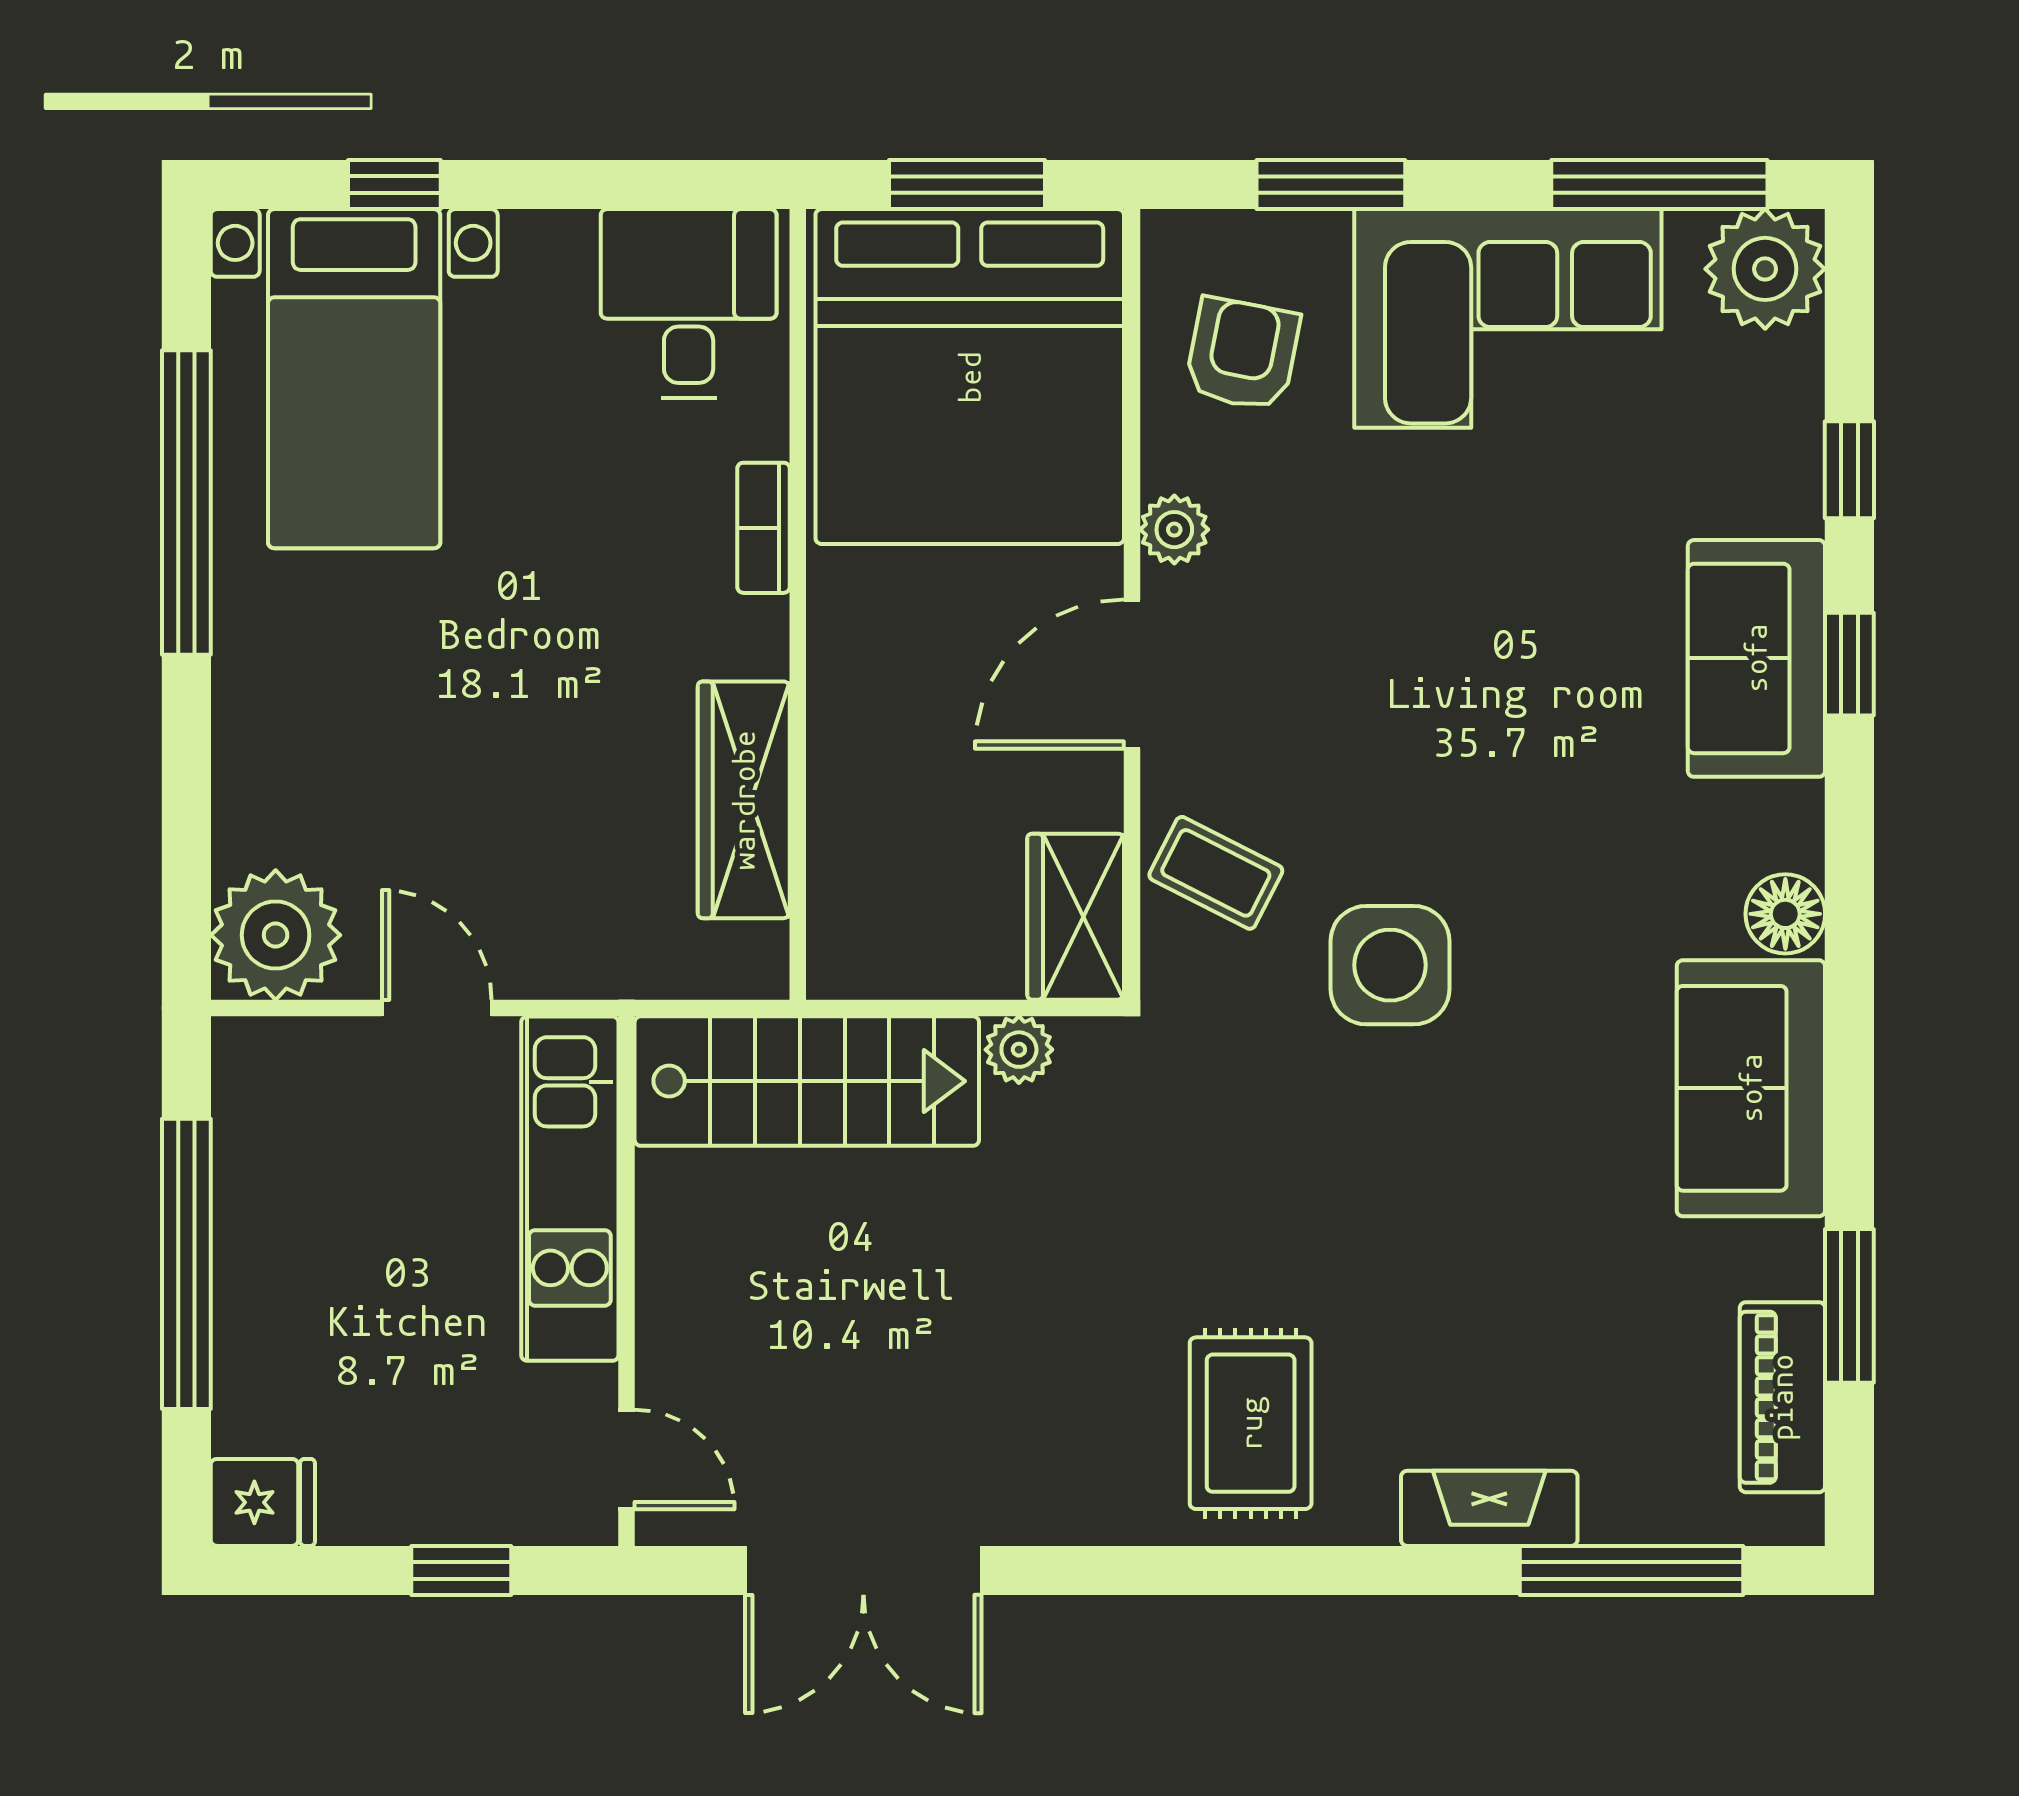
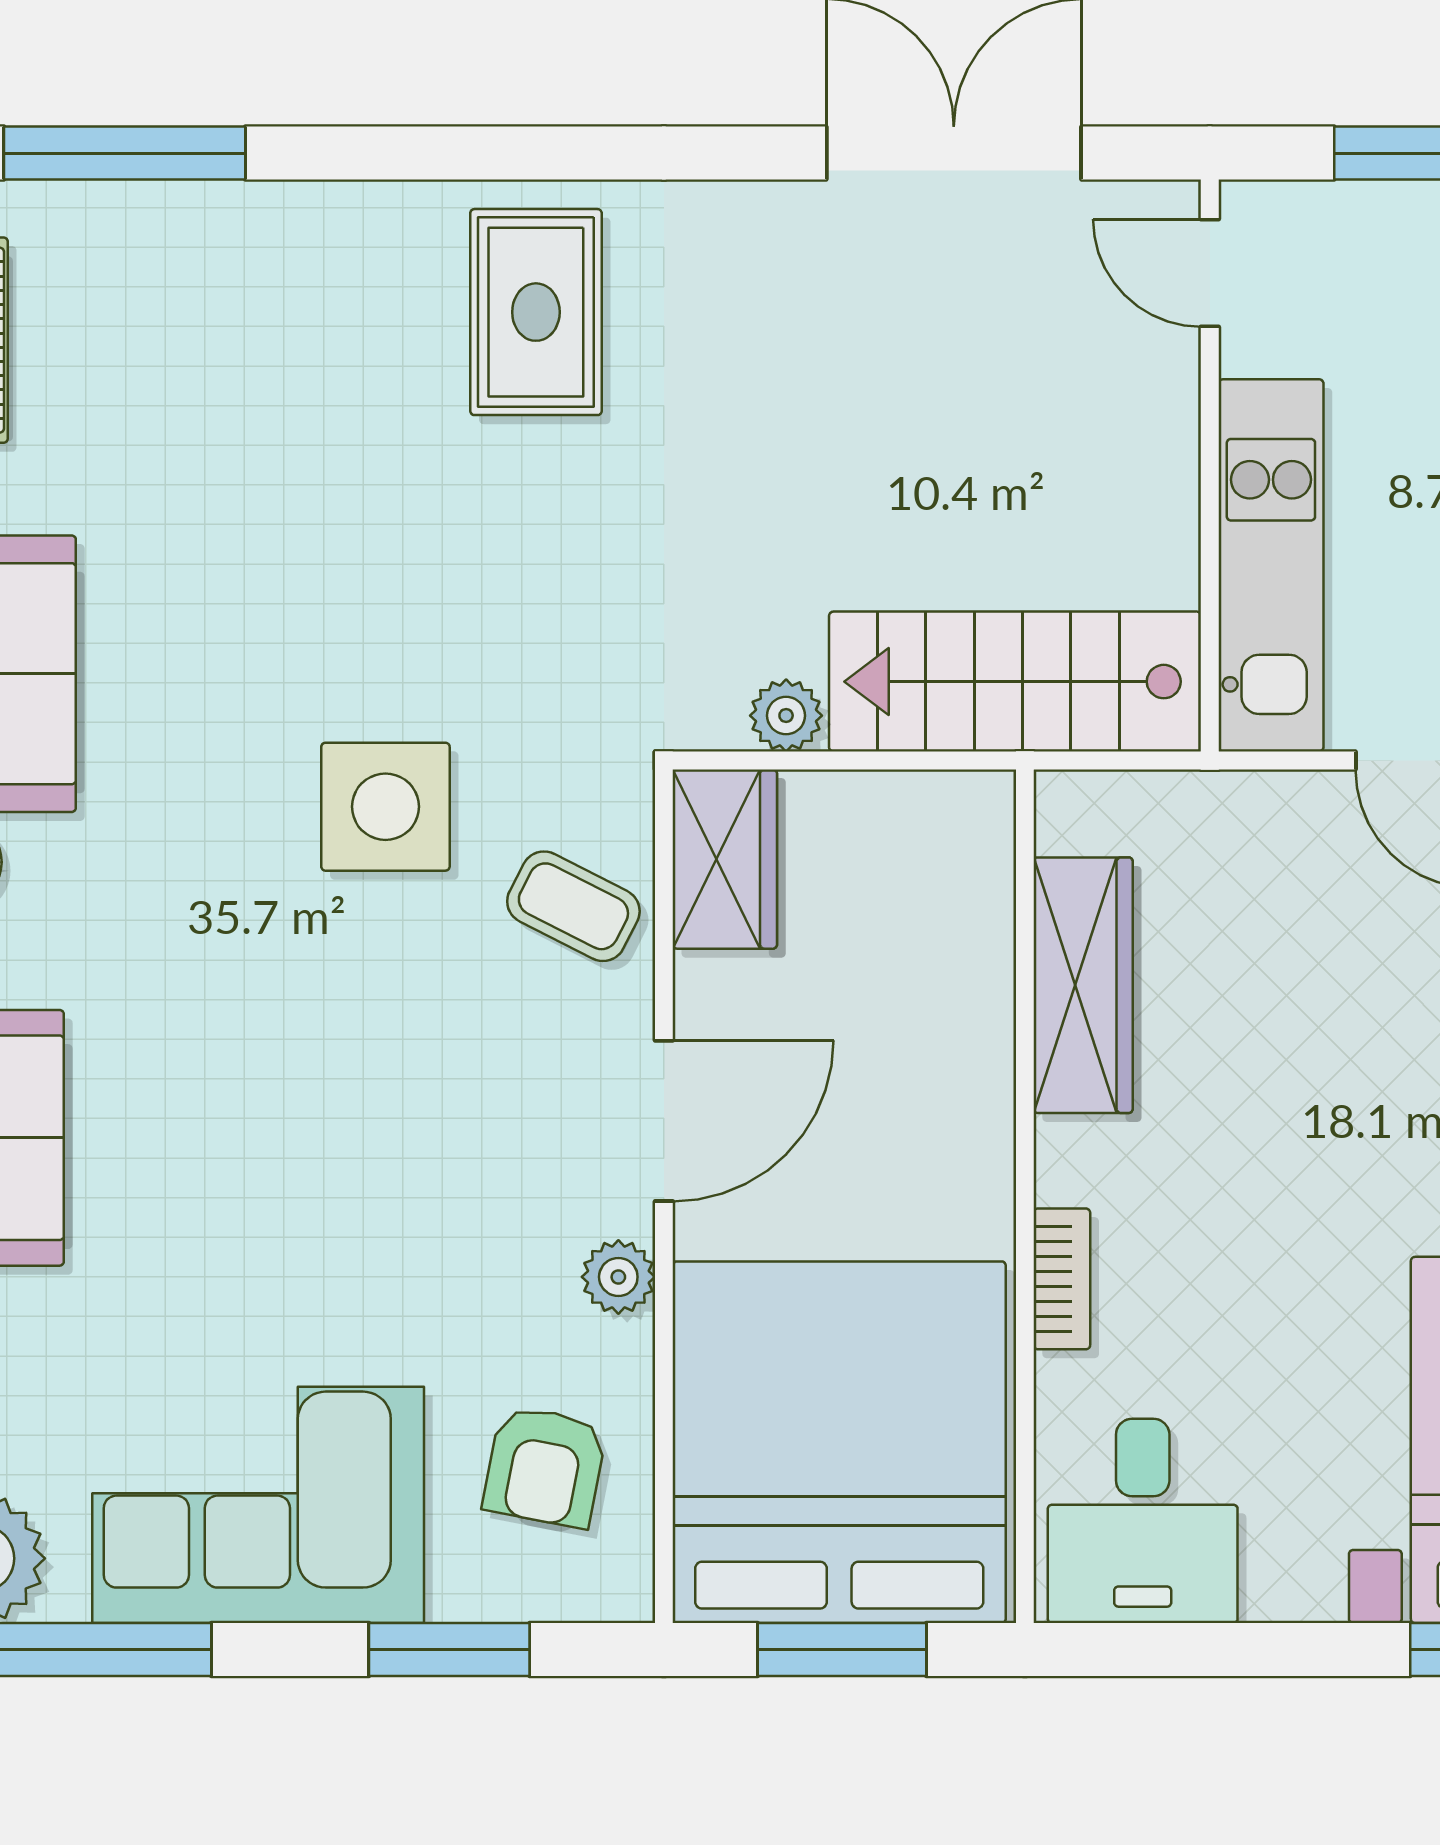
fireplace: (1489, 1508) -> (278, 220), removed

